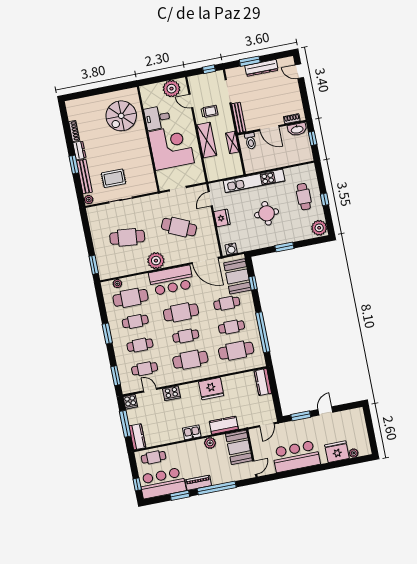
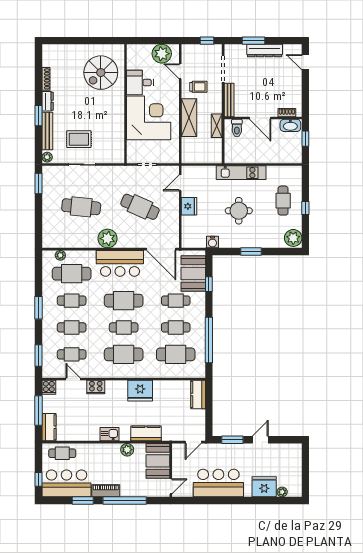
kitchen unit: (254, 181) -> (241, 173), width x0.73
water cooler: (231, 249) -> (212, 242), moved
window: (94, 265) -> (38, 184), moved

